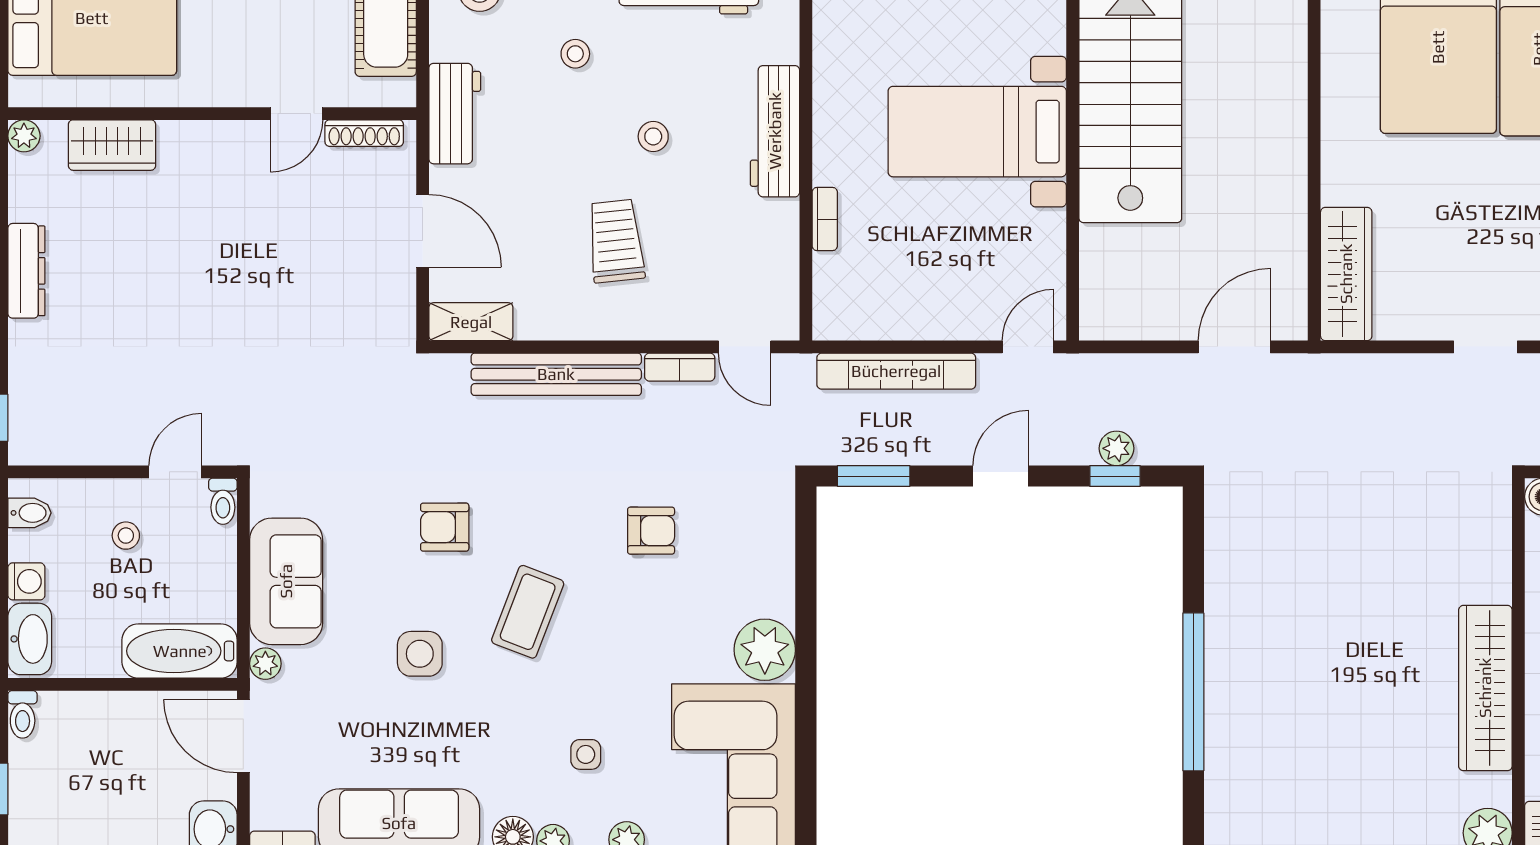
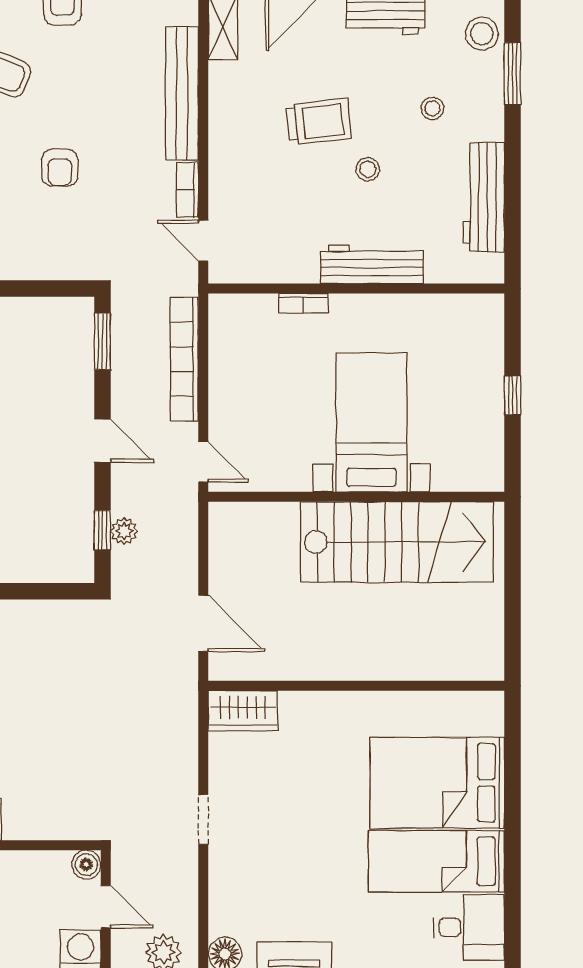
trolley: (616, 241) -> (319, 122), moved
wardrobe: (1346, 274) -> (243, 711), width x0.67
door: (745, 347) -> (203, 241), hinge flipped

